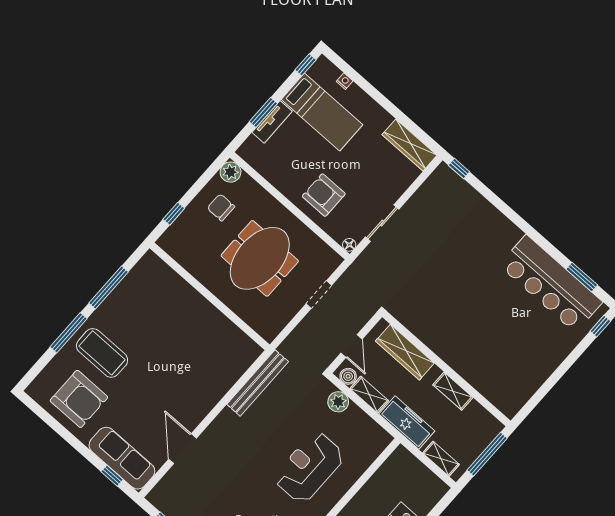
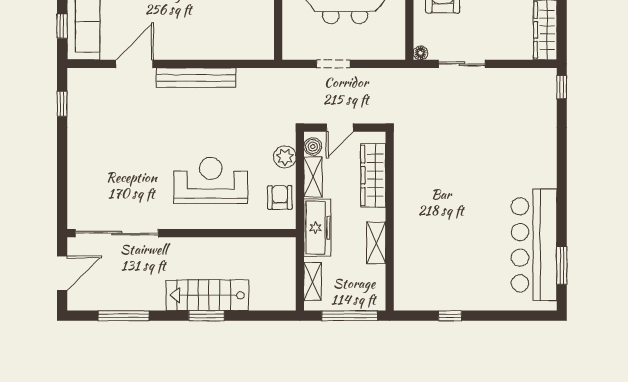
doorway: (319, 295) -> (333, 64), moved
window: (600, 326) -> (450, 316), moved
bench: (258, 383) -> (196, 78), moved
armchair: (363, 430) -> (280, 198), added

